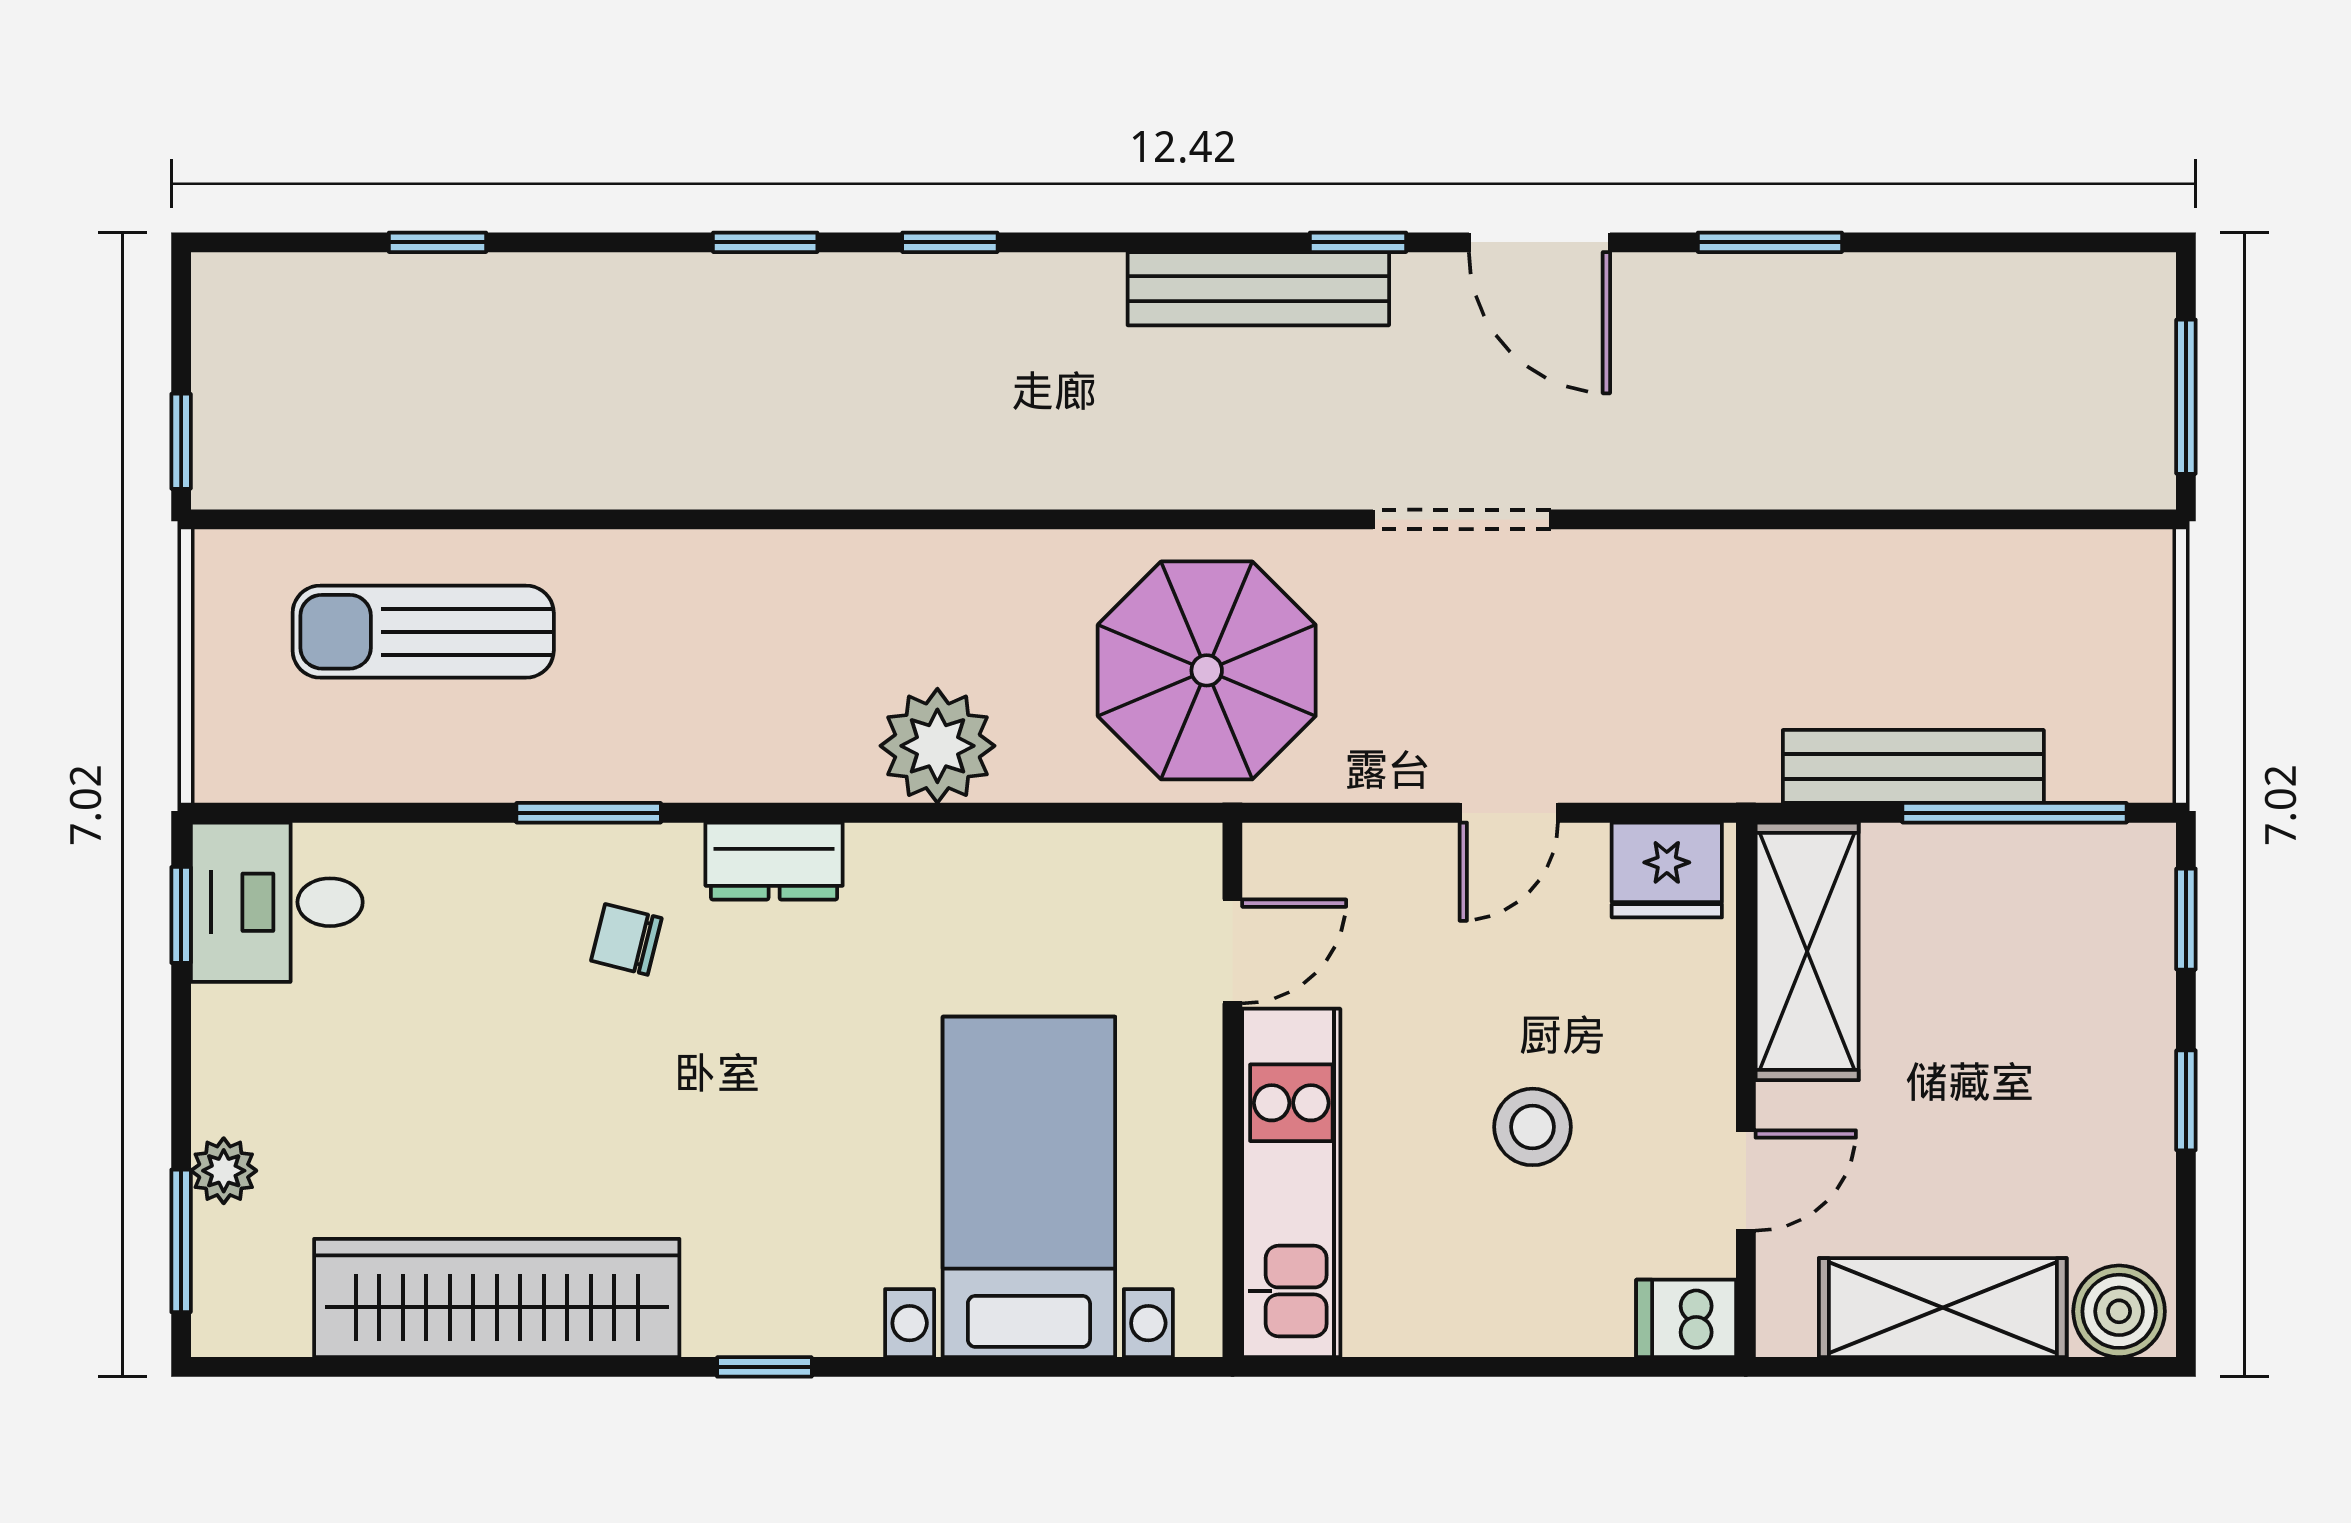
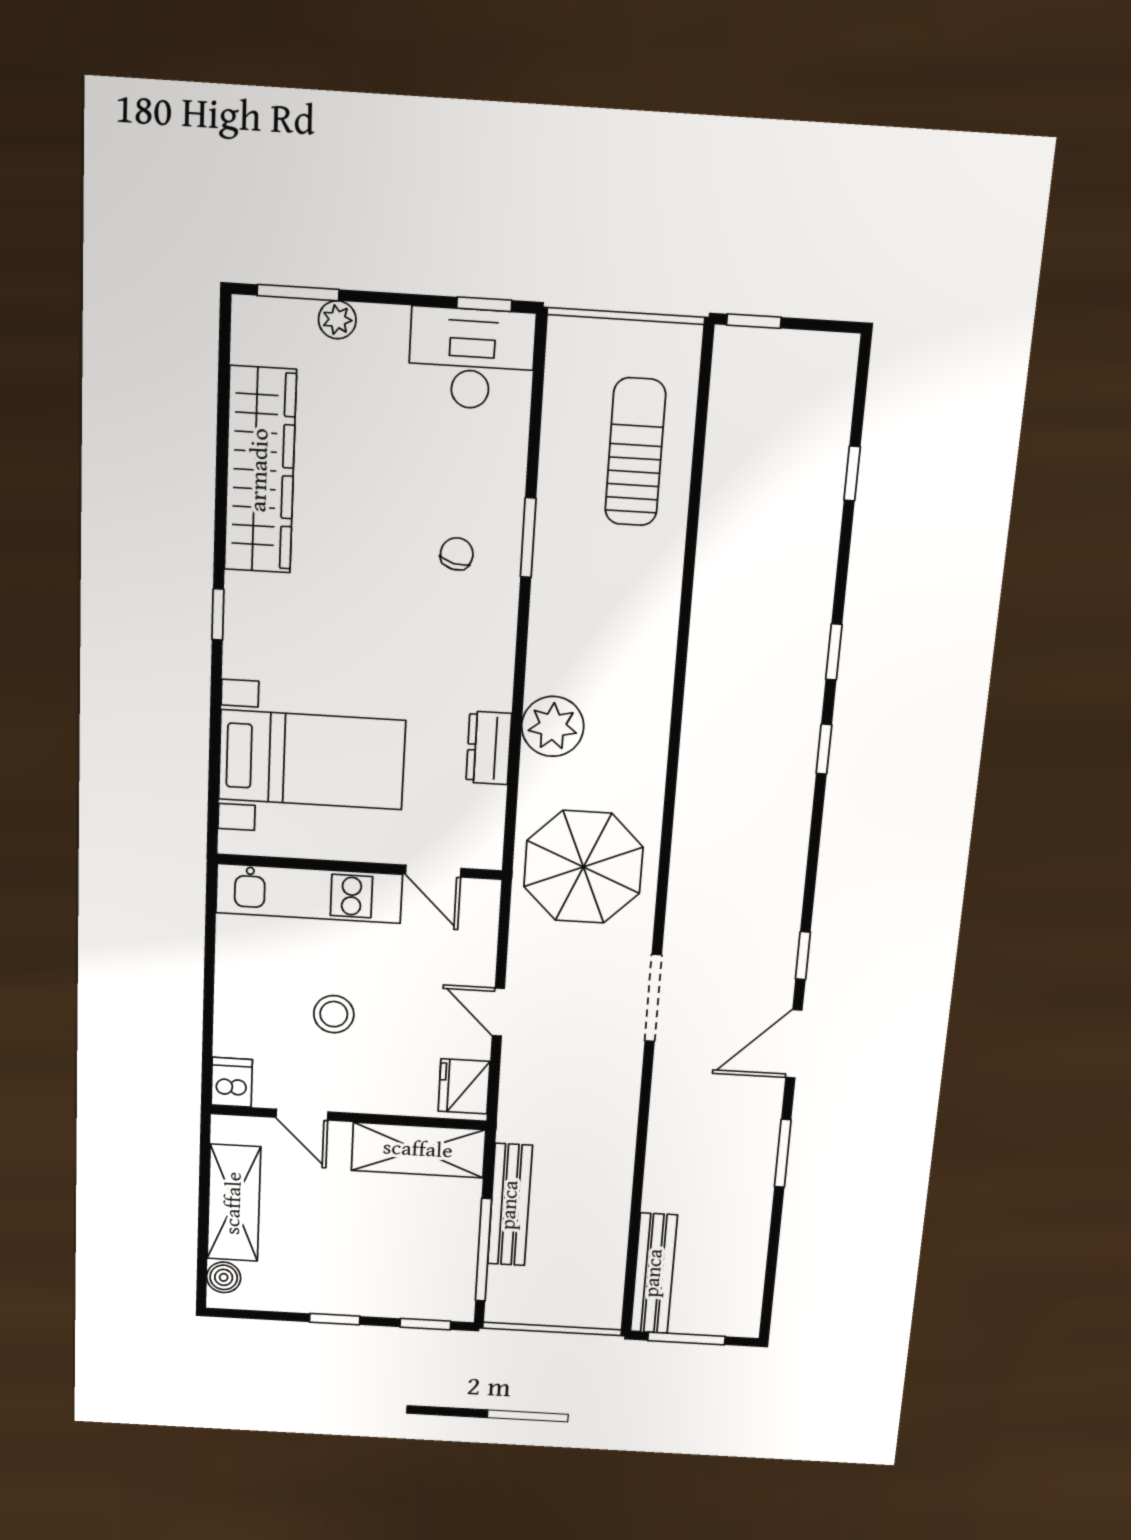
bench: (1258, 289) -> (654, 1273), moved
dresser: (774, 861) -> (489, 748), moved
desk: (277, 902) -> (472, 359), width x1.37
boiler: (2119, 1311) -> (224, 1277), width x0.73, depth x0.73

